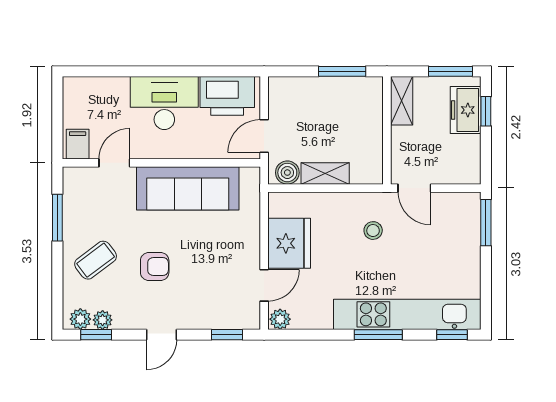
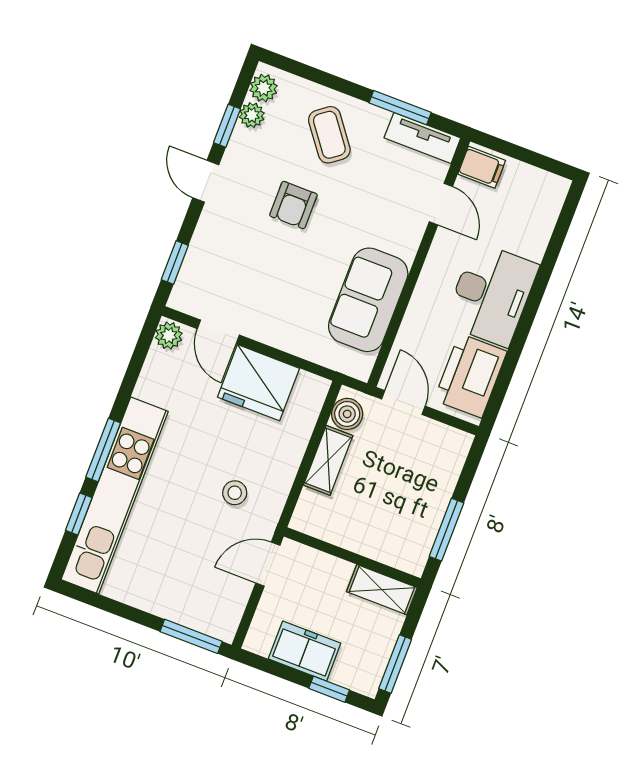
freezer: (466, 110) -> (305, 651), moved
sofa: (188, 188) -> (368, 300), width x0.73
tv unit: (73, 194) -> (422, 138), added
window: (96, 335) -> (227, 126), moved
window: (452, 335) -> (79, 514), moved

